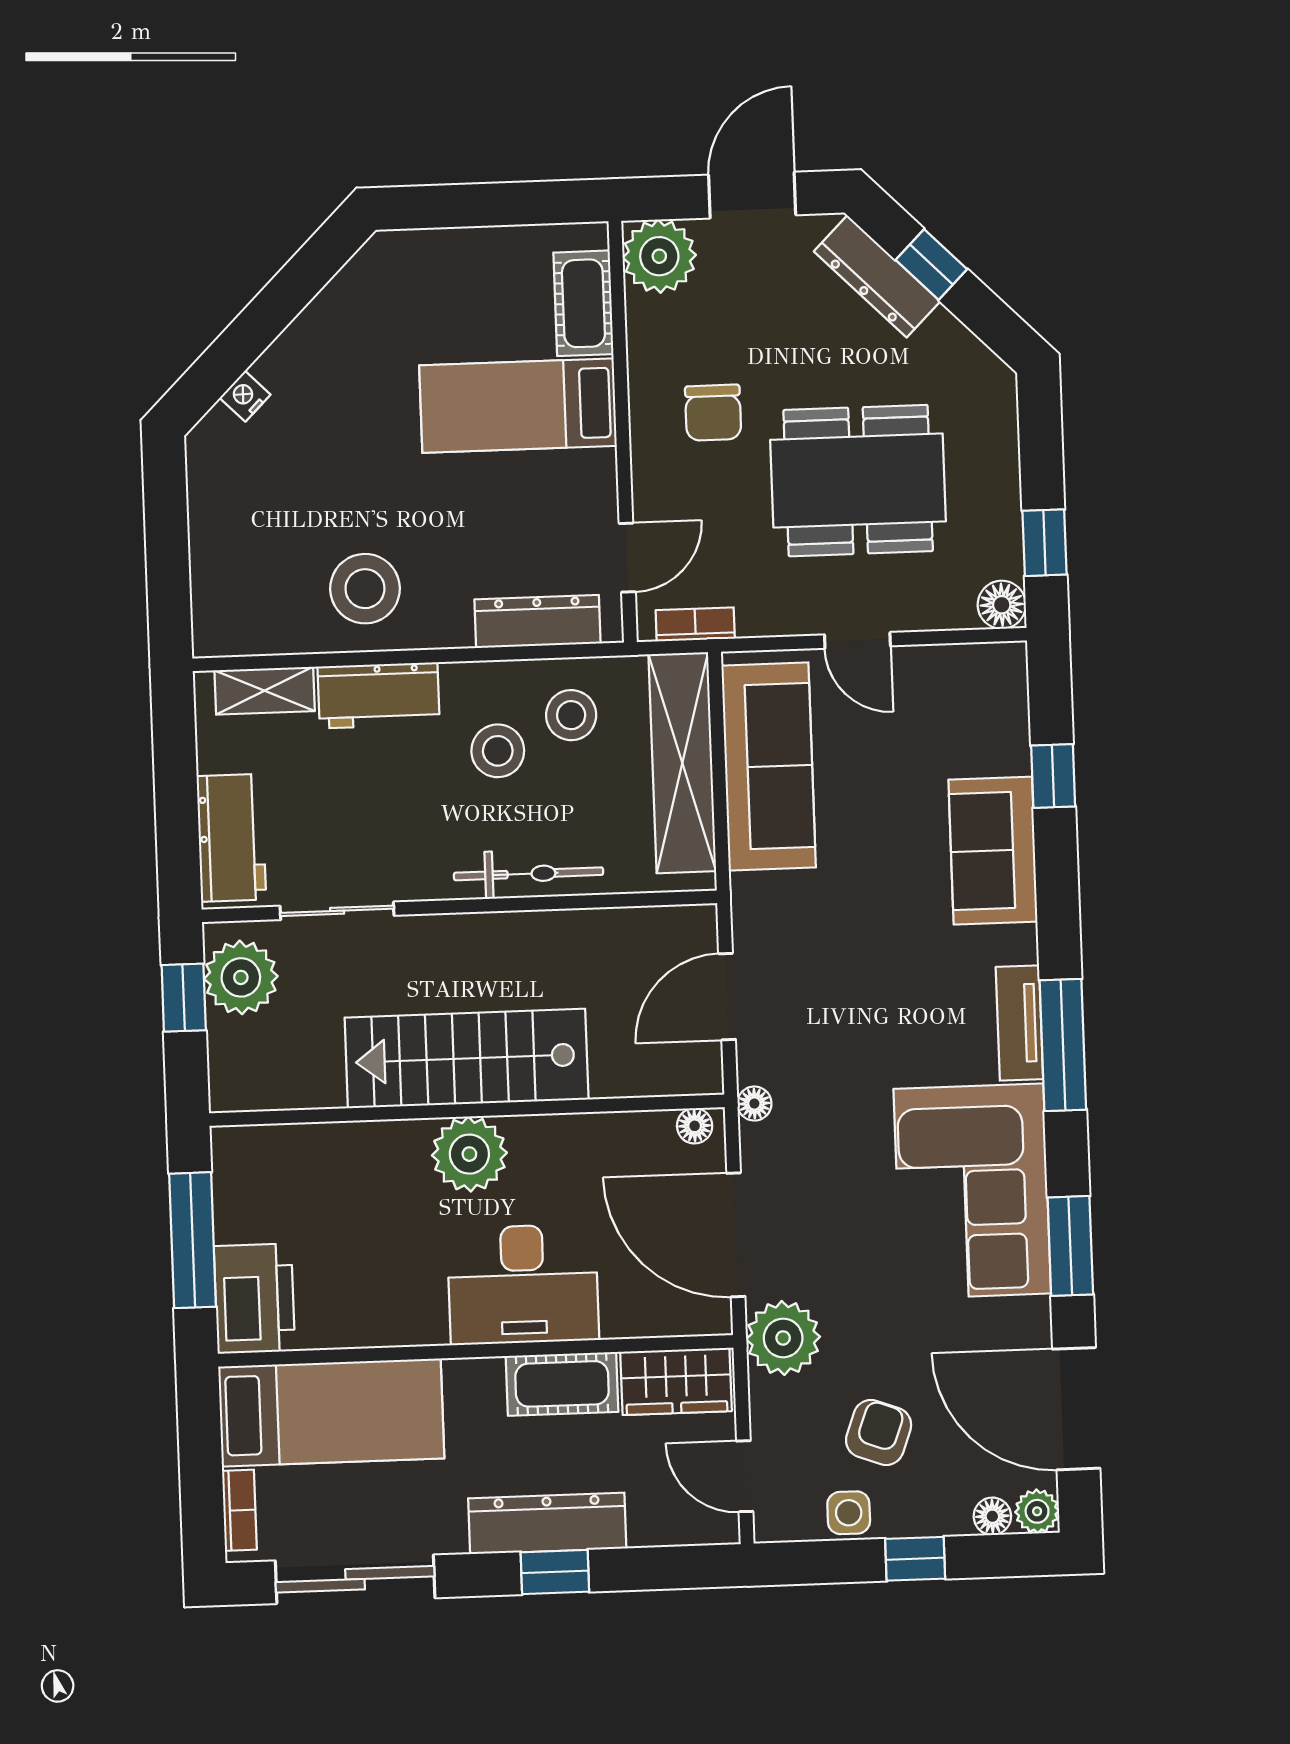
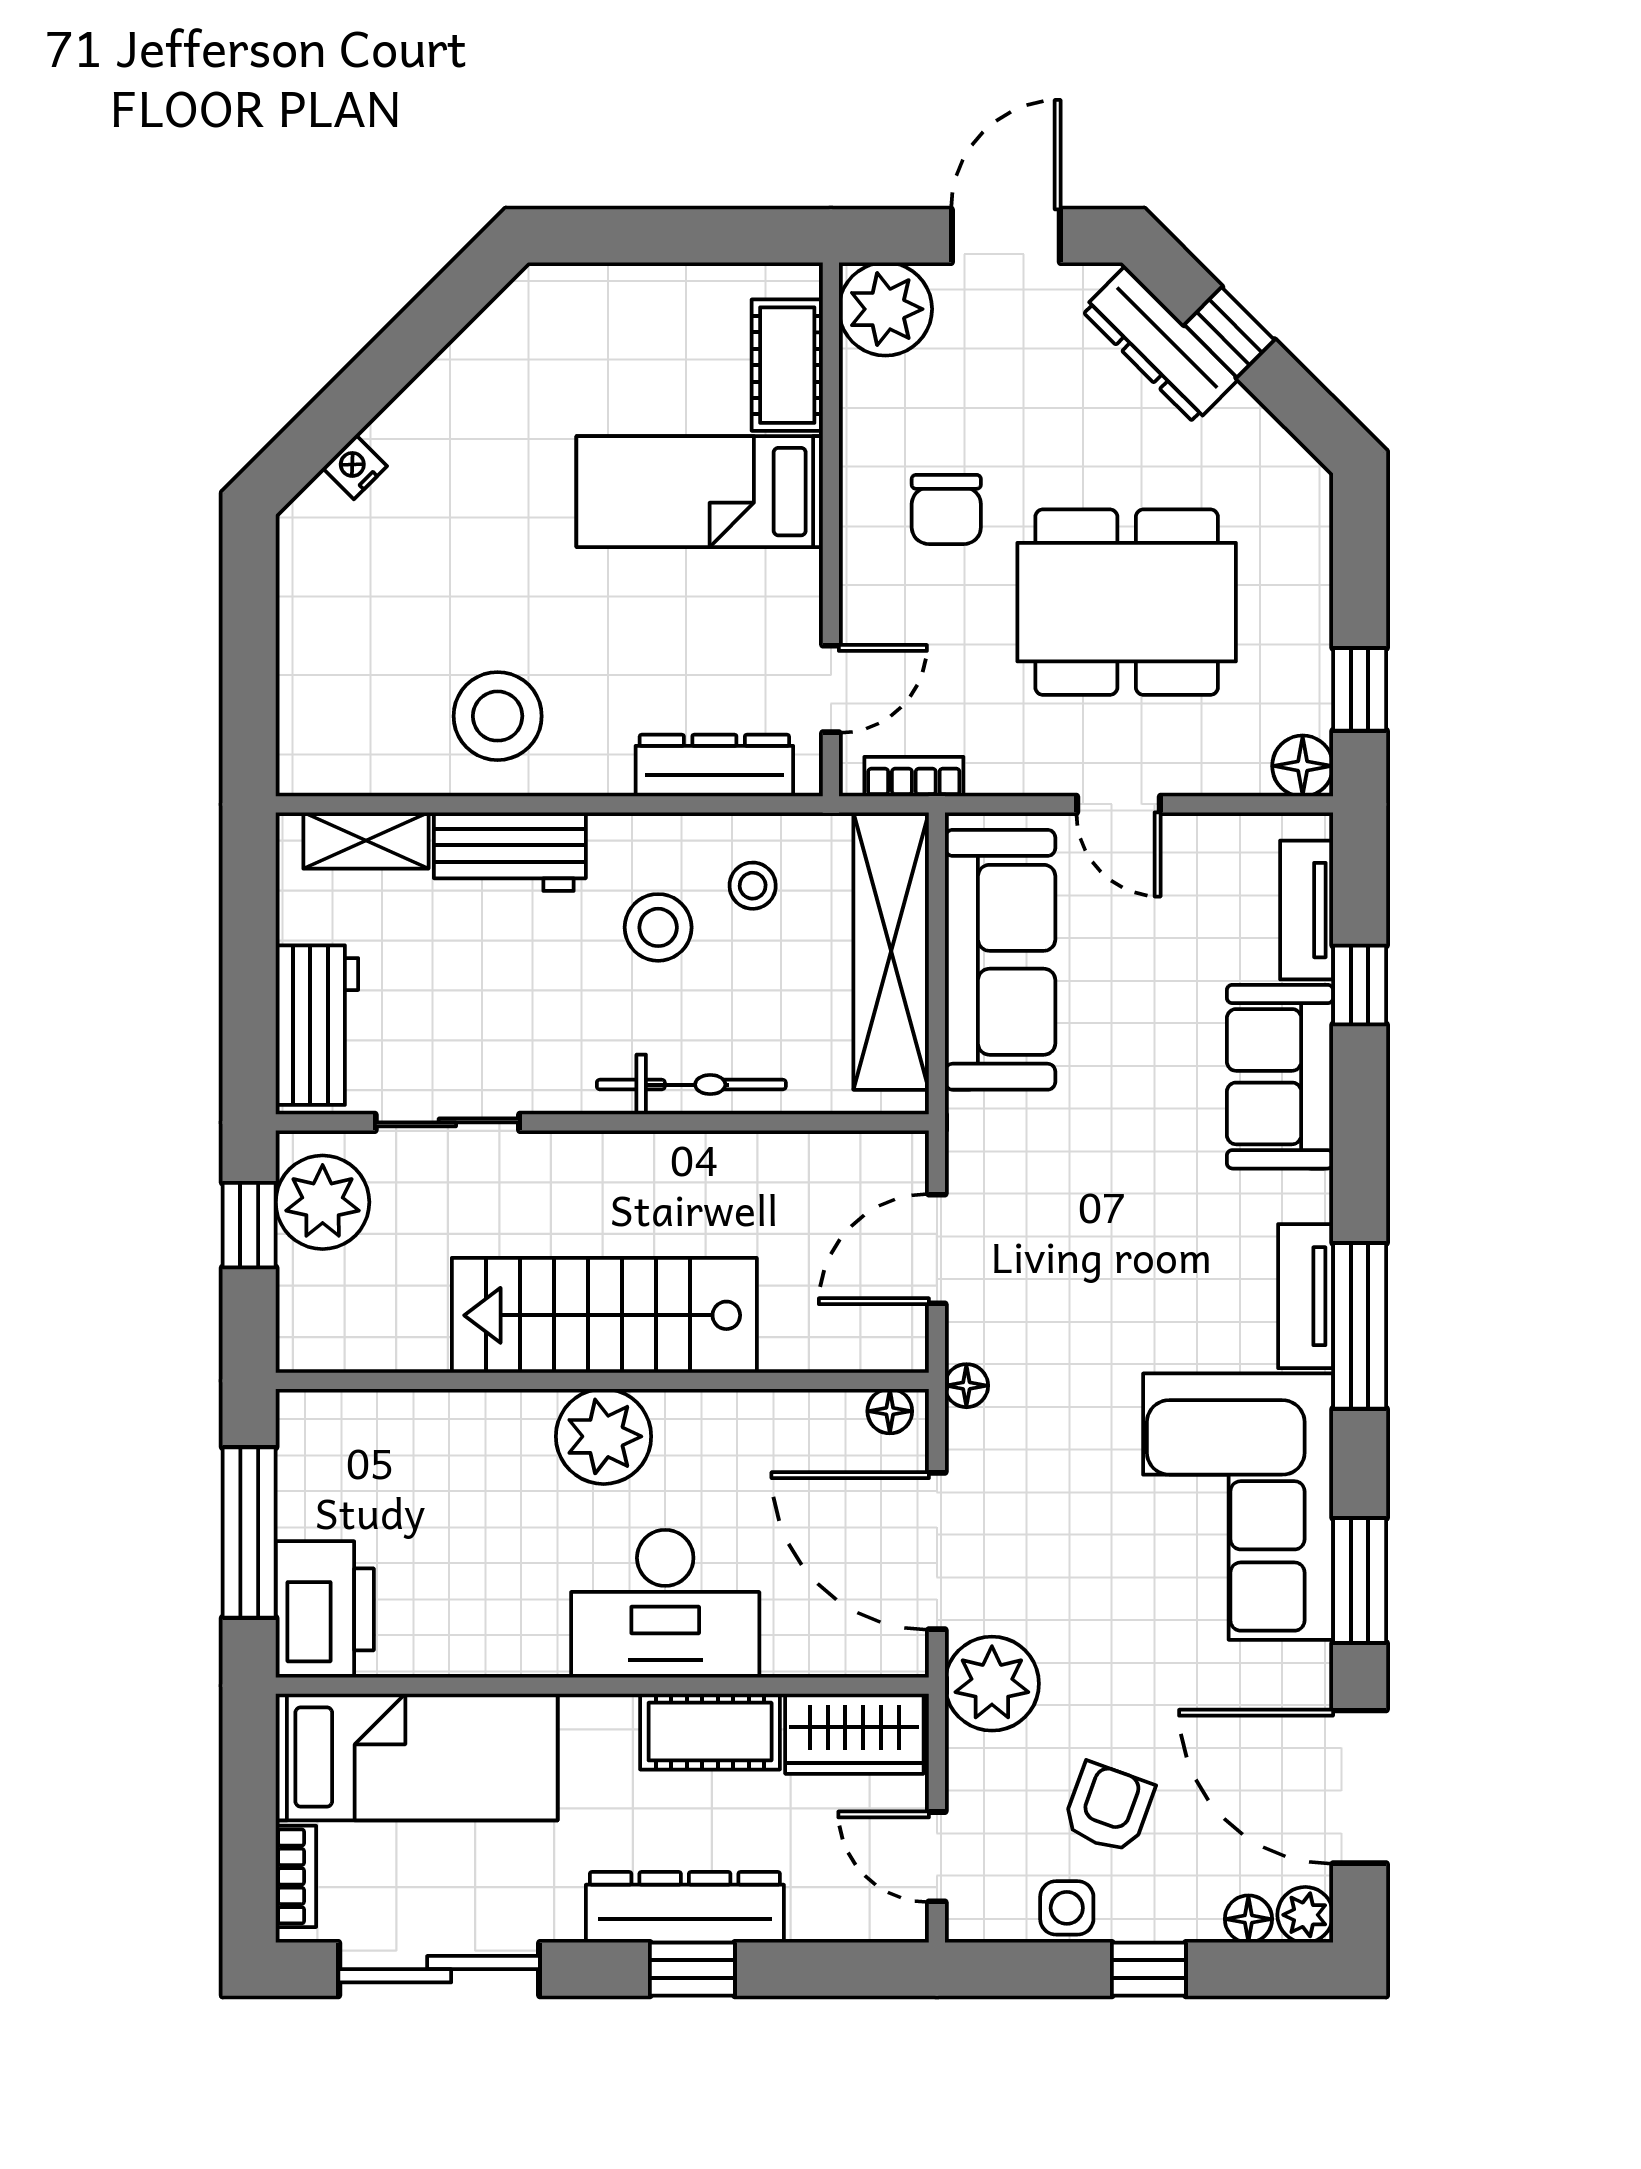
stool: (571, 715) -> (753, 886), width x0.73, depth x0.73
tv unit: (1009, 718) -> (1307, 910), added

